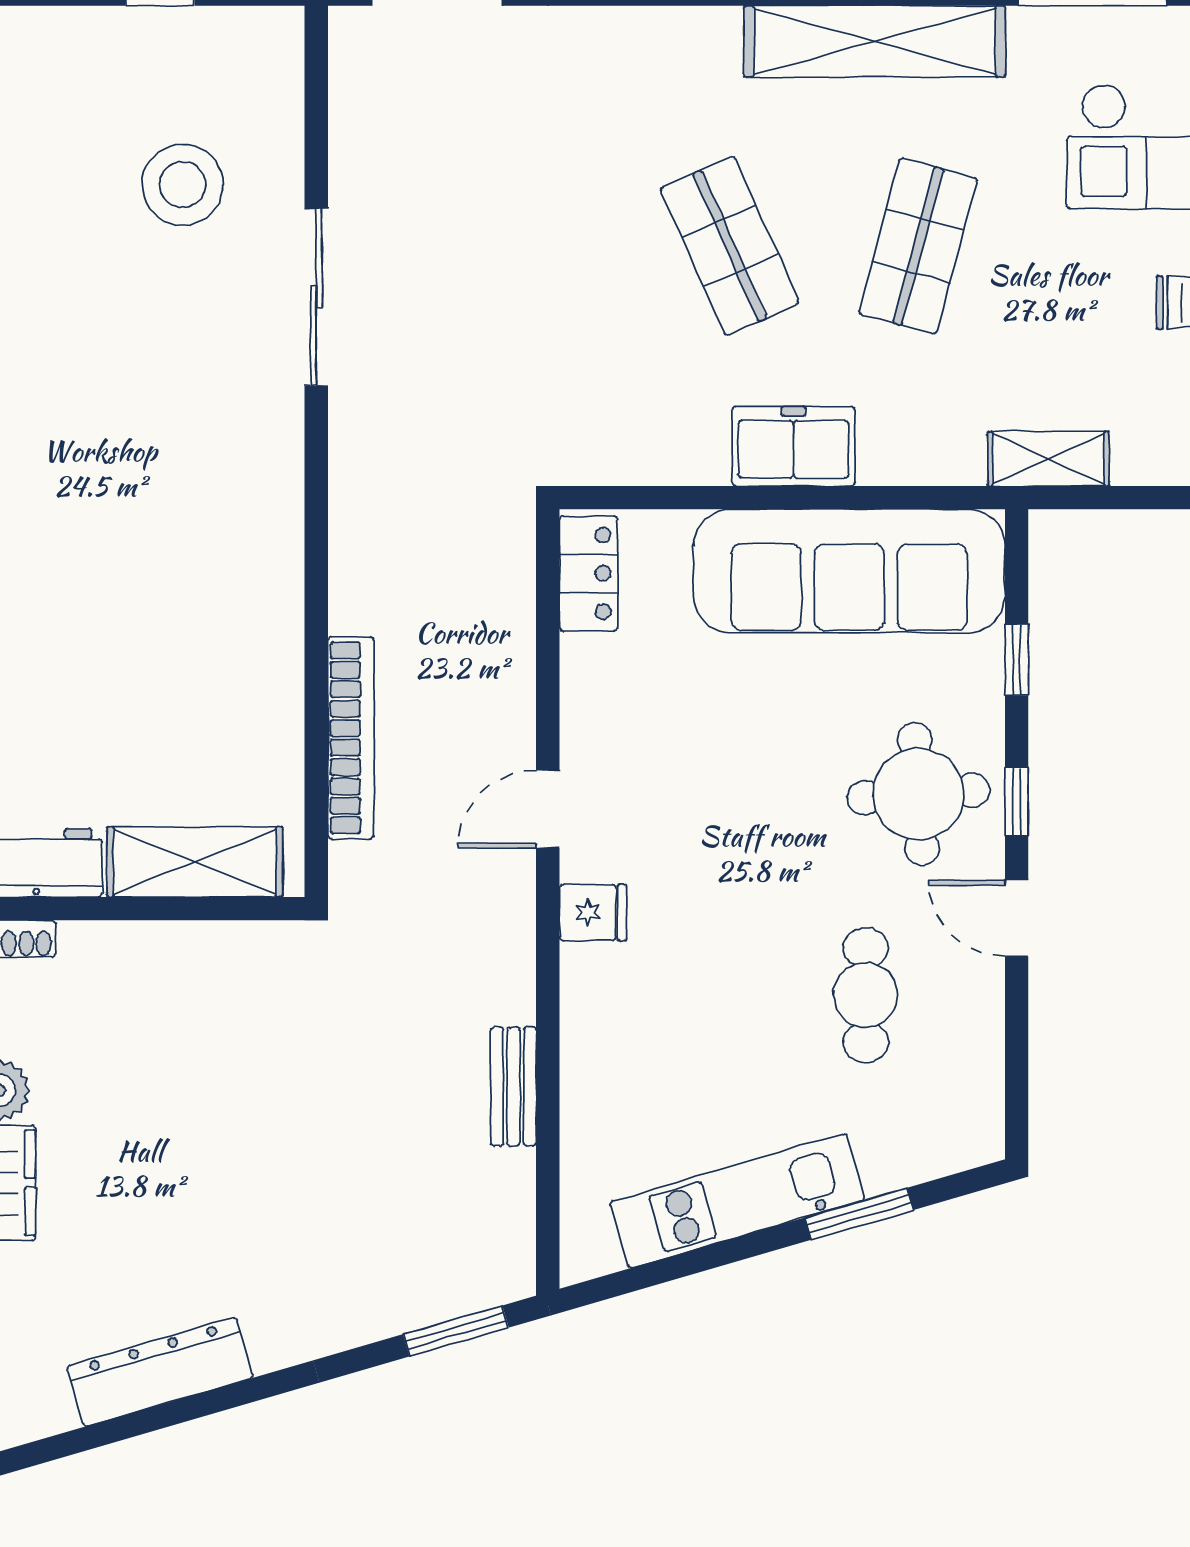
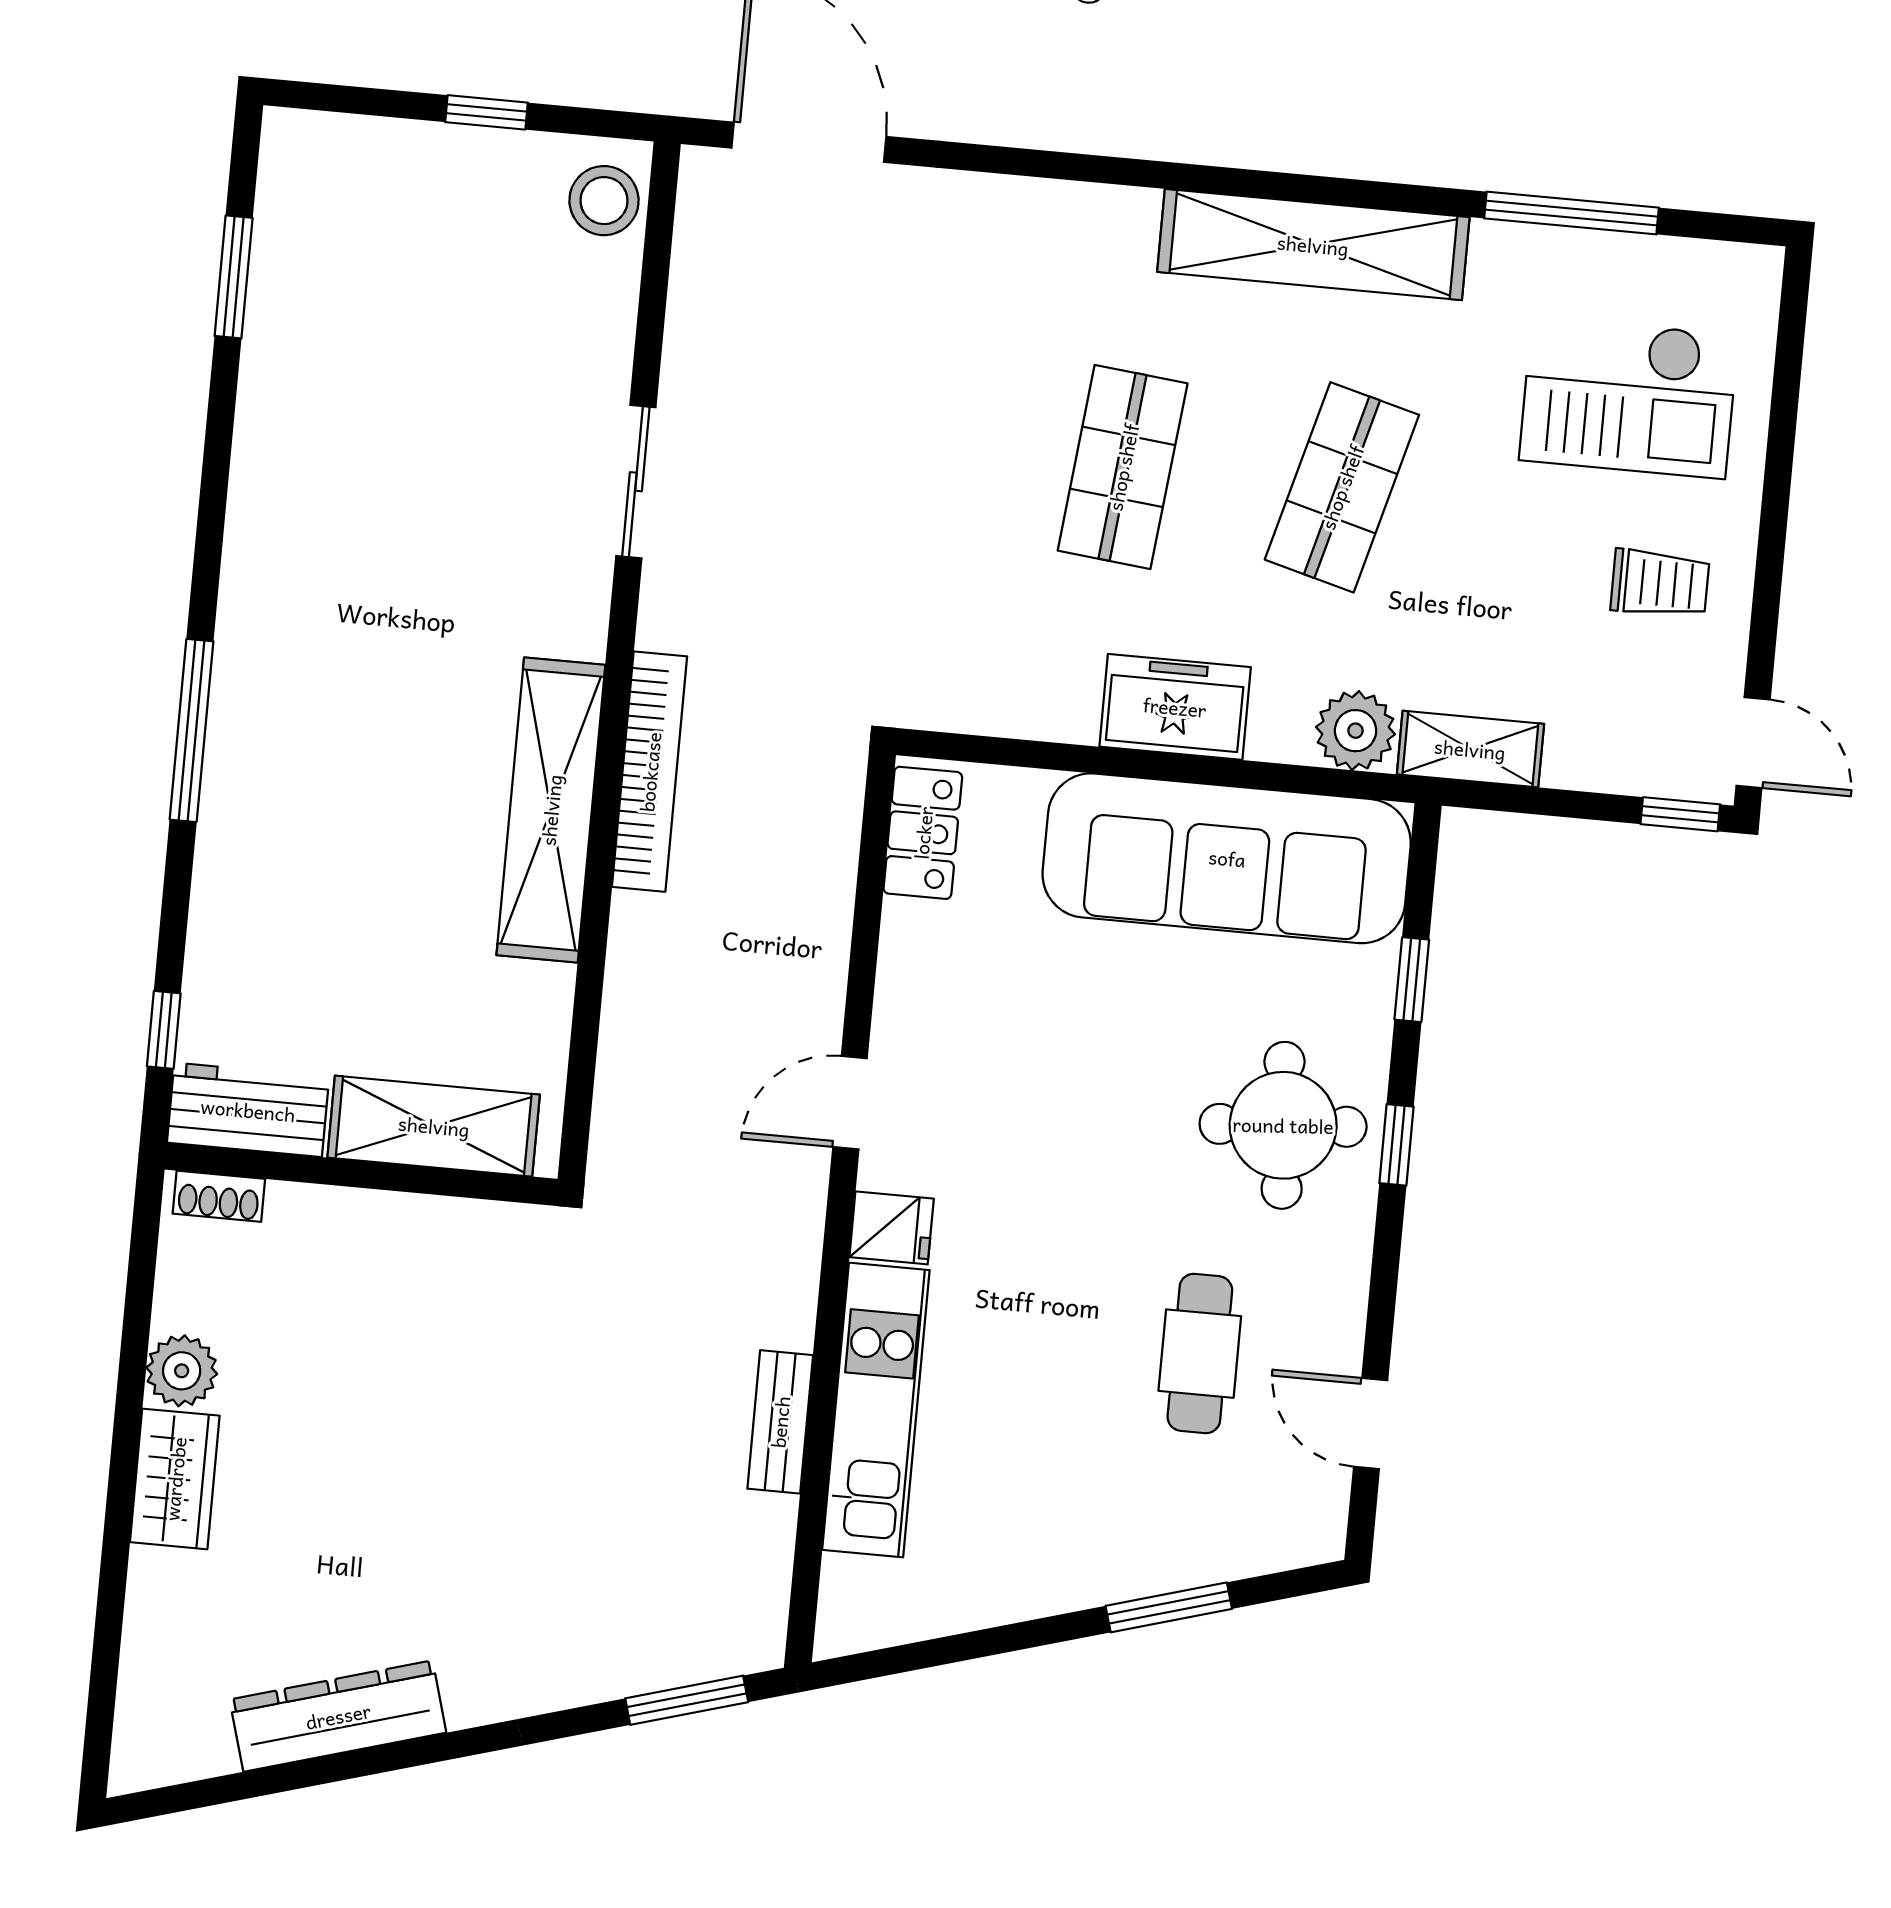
stool: (183, 185) -> (604, 201), moved, width x0.73, depth x0.73
shop shelf: (730, 246) -> (1123, 467), turned 30
sliding door: (316, 297) -> (636, 482), width x0.73
plant: (949, 452) -> (1356, 731), added
shelving: (270, 583) -> (551, 810), added
bookcase: (351, 738) -> (650, 772), moved
door: (1017, 918) -> (1371, 1423), moved
kitchen unit: (737, 1201) -> (876, 1410), moved, turned 106

